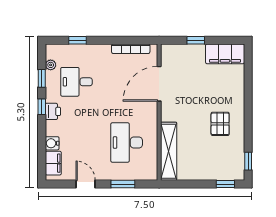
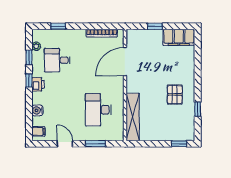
window: (248, 161) -> (198, 109), moved
filing cabinet: (53, 163) -> (38, 131), width x0.50

